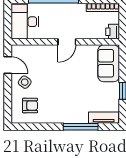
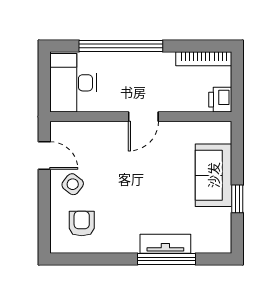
sofa: (109, 63) -> (213, 175), moved
armchair: (30, 106) -> (82, 223), turned -90
tv unit: (104, 118) -> (165, 244), moved

